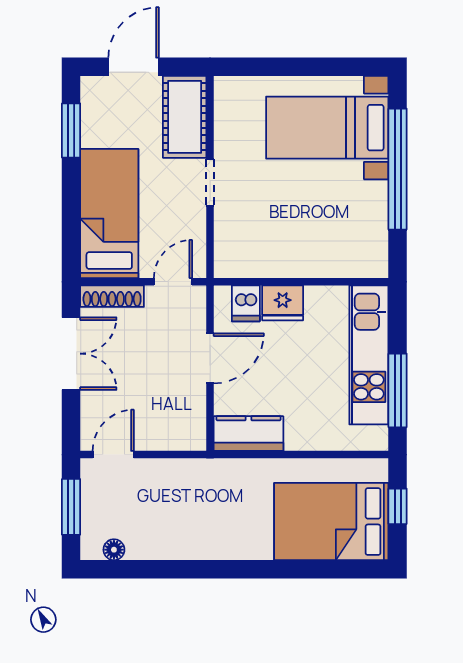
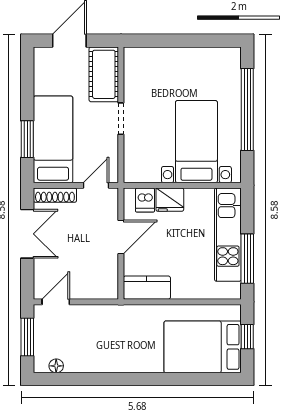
bed with nightstands: (327, 128) -> (196, 142), moved, turned 90
window: (71, 130) -> (27, 139), moved

